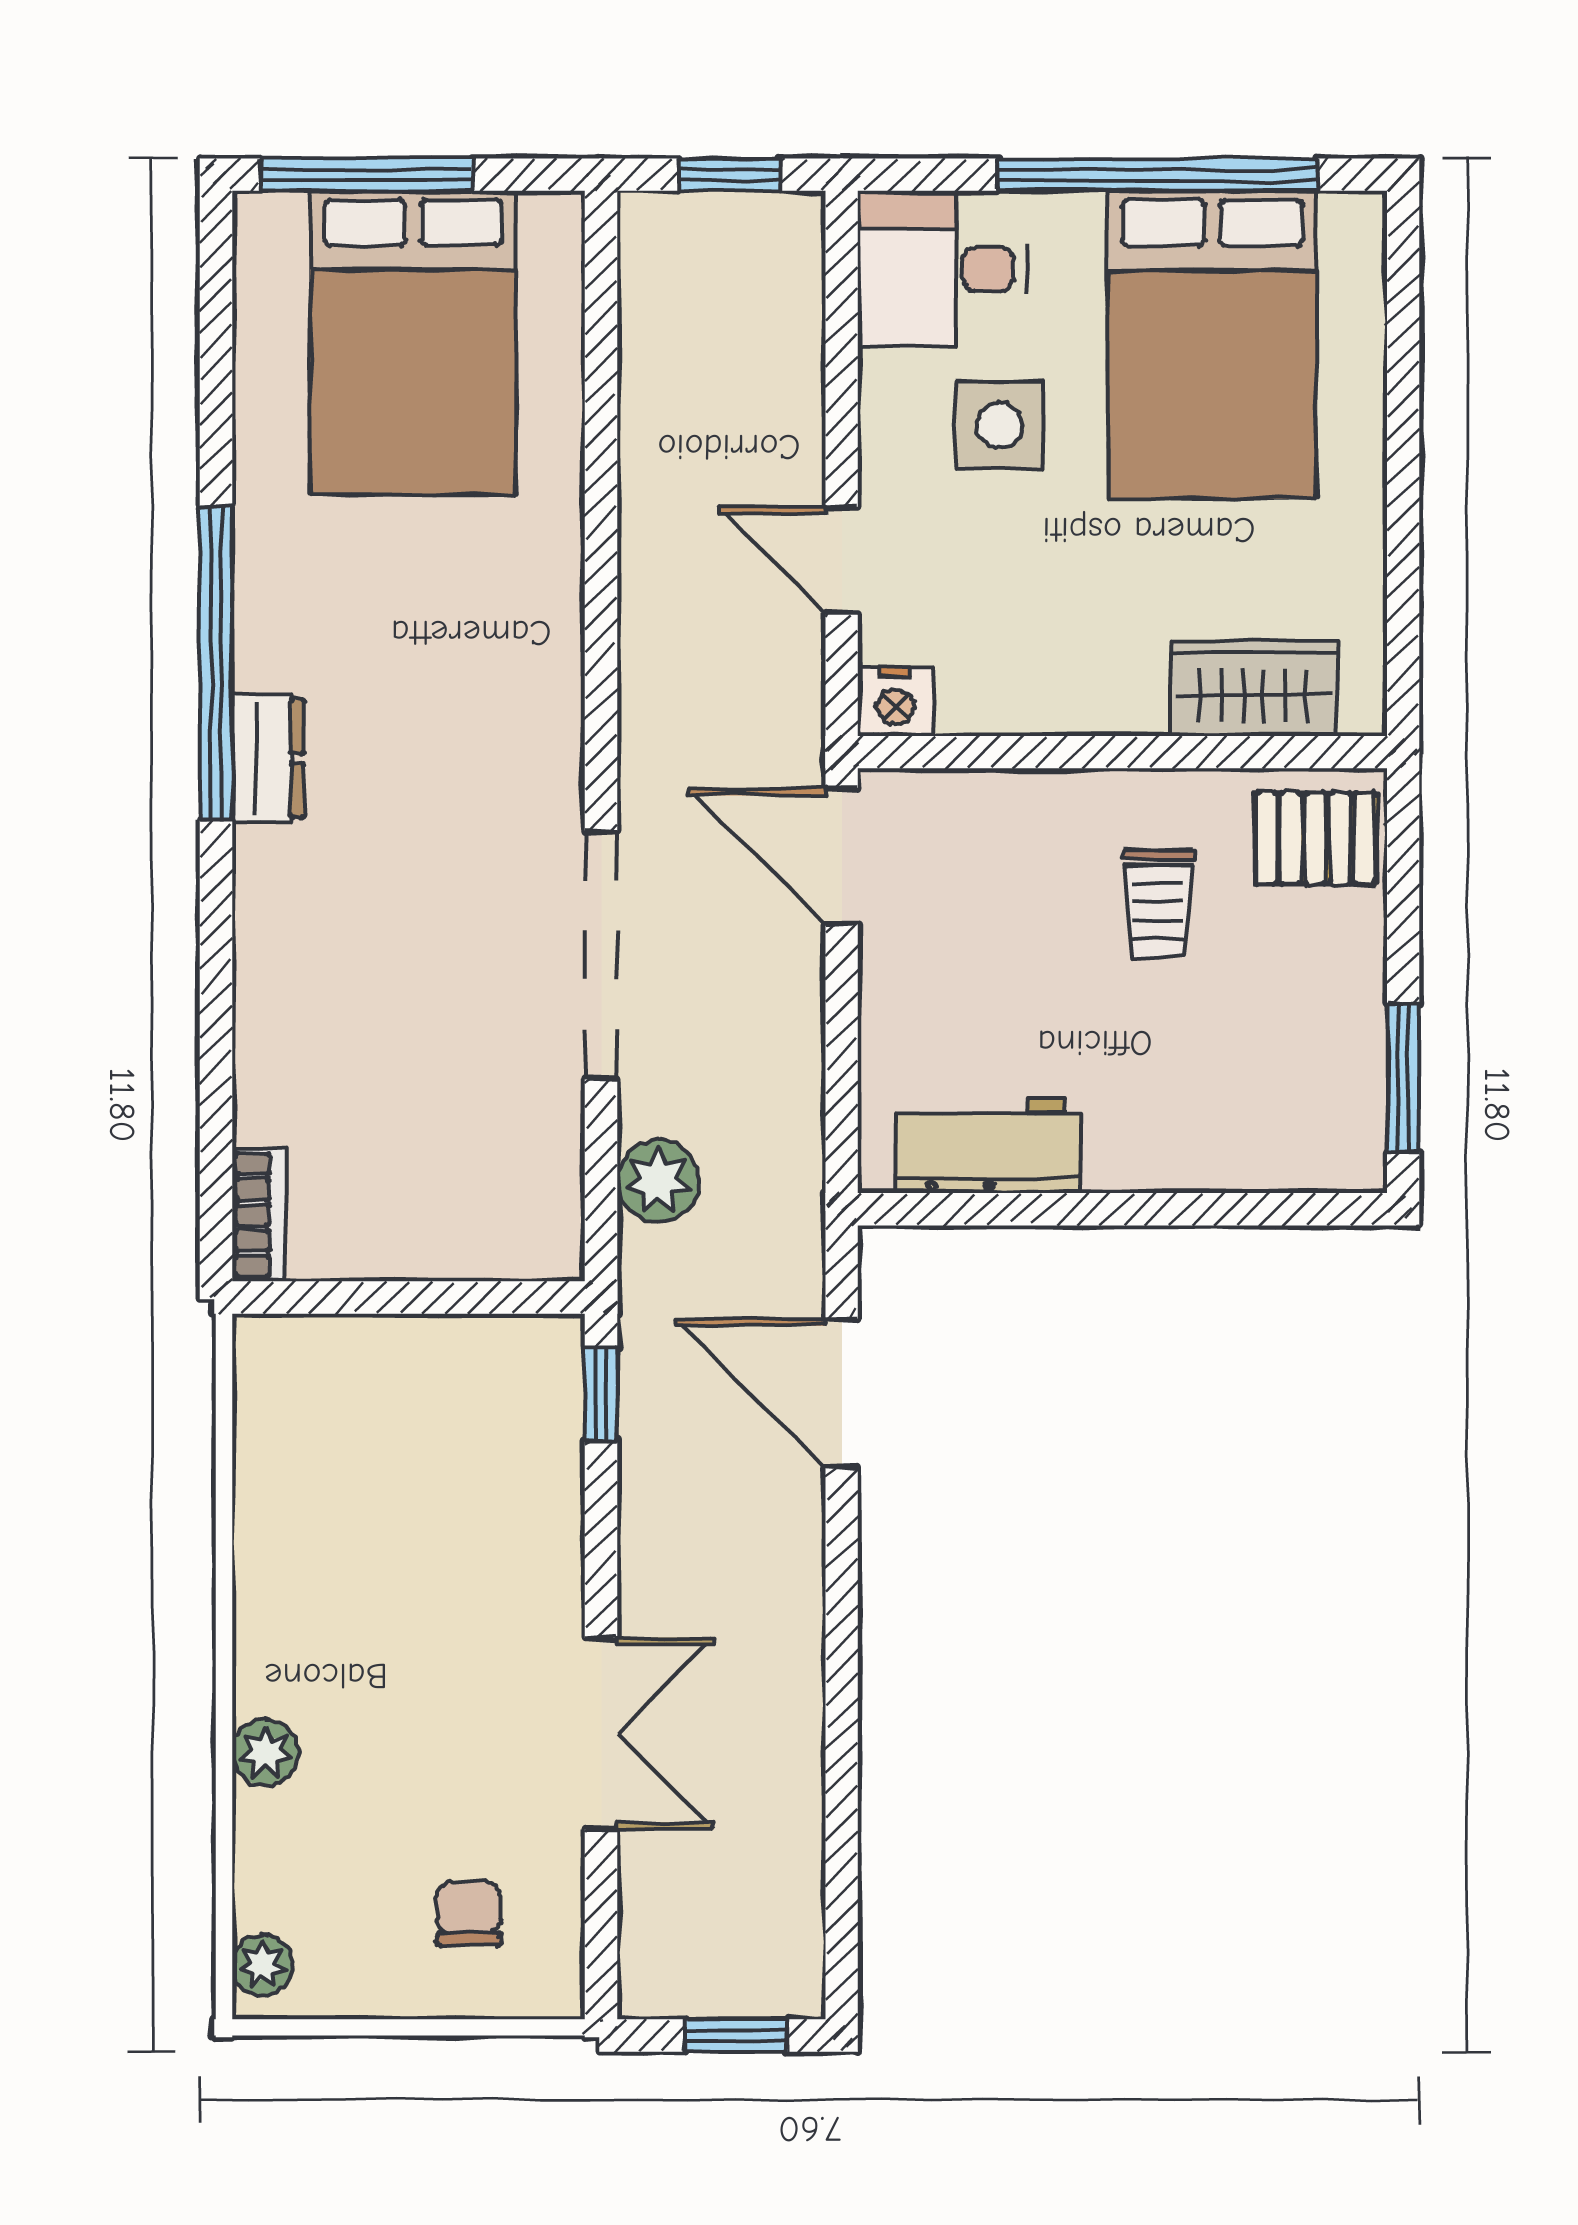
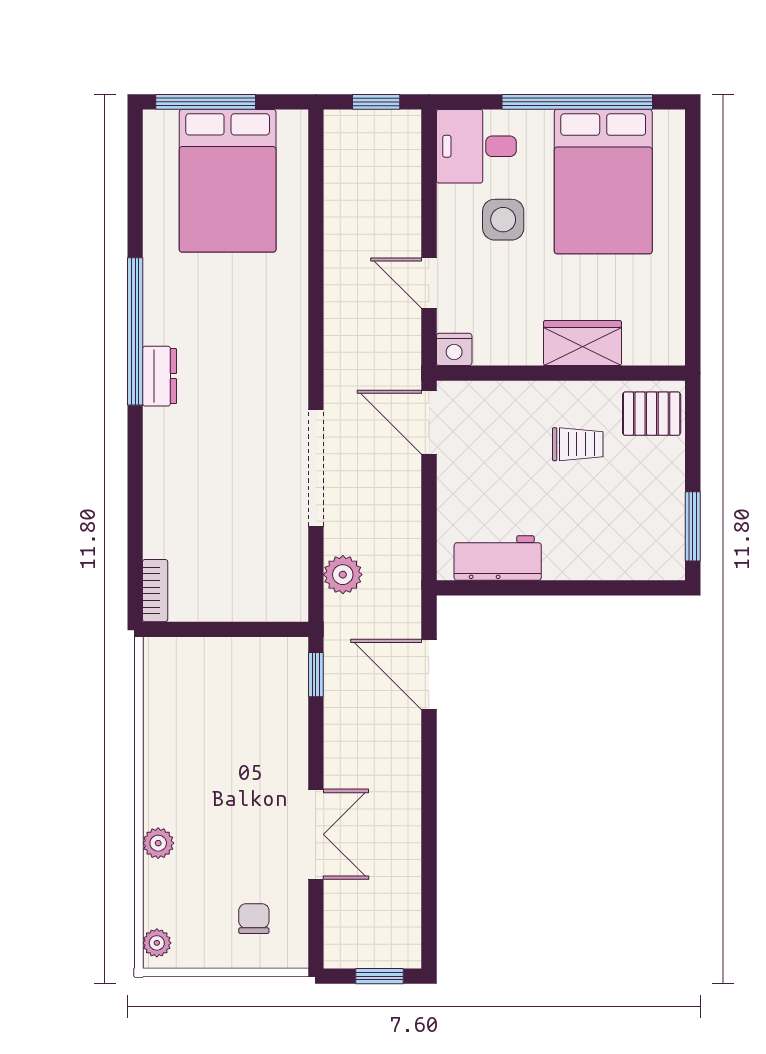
wardrobe: (1253, 688) -> (582, 343), moved
trolley: (1158, 903) -> (578, 444), turned -90

